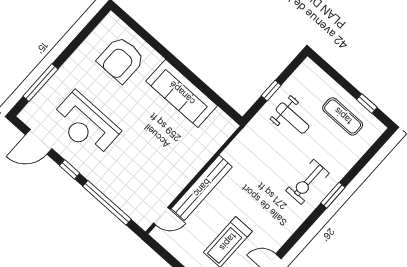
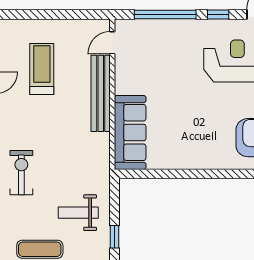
window: (271, 91) -> (115, 237), moved
sofa: (182, 93) -> (130, 132), moved, turned 90

